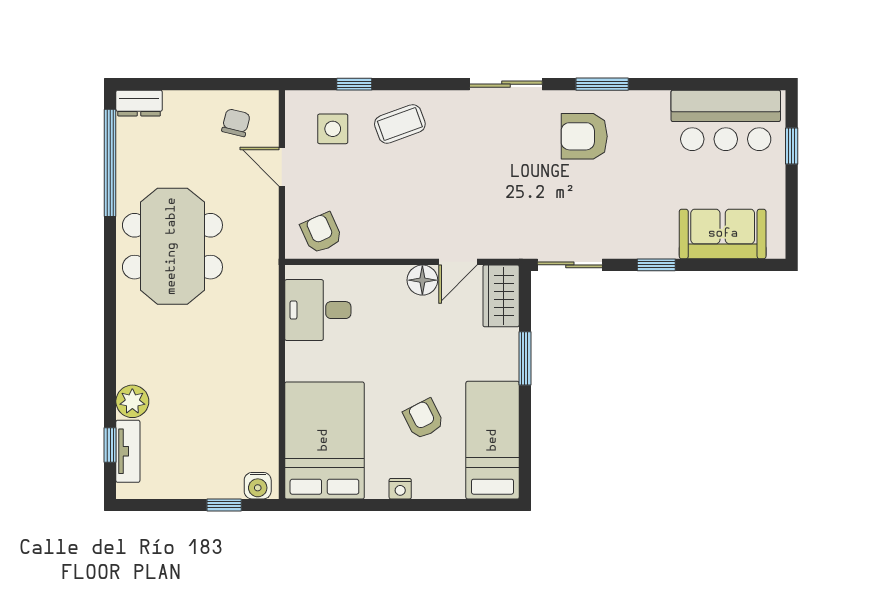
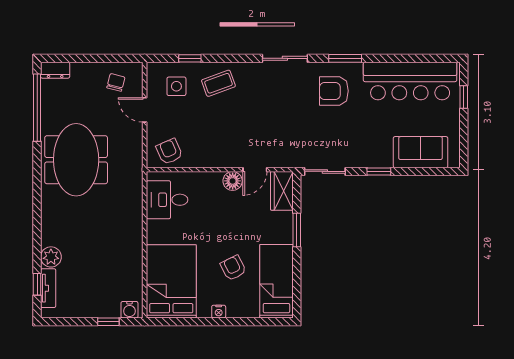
bar counter: (726, 120) -> (410, 81), width x1.36

